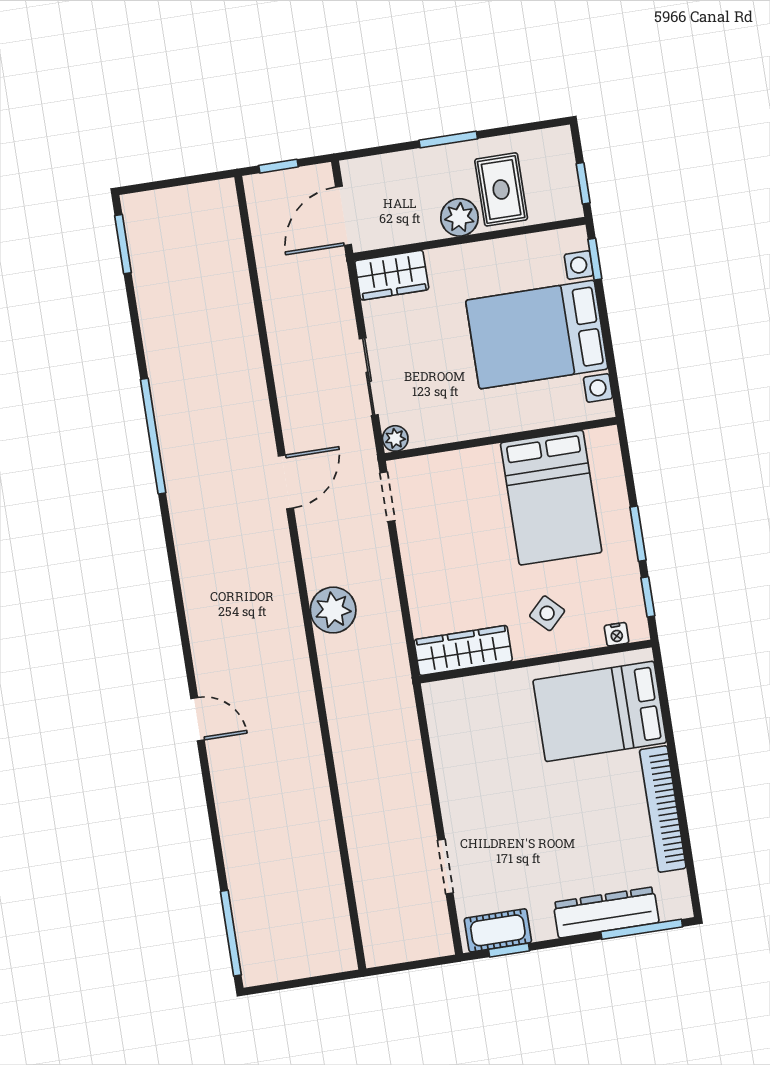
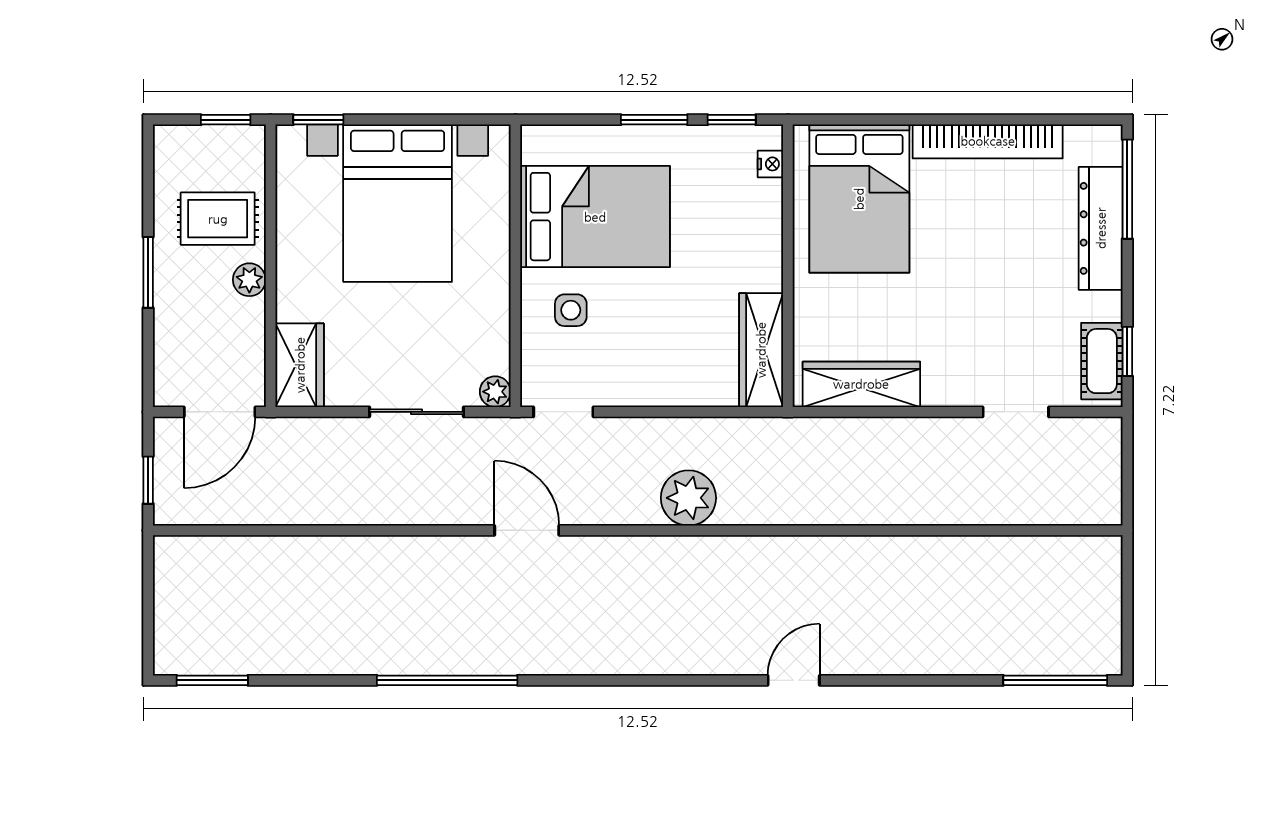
door: (343, 216) -> (220, 412), hinge flipped
plant: (459, 217) -> (249, 280), width x0.73, depth x0.73
side table: (547, 613) -> (571, 310), moved, turned 45
wardrobe: (448, 737) -> (861, 384), added

